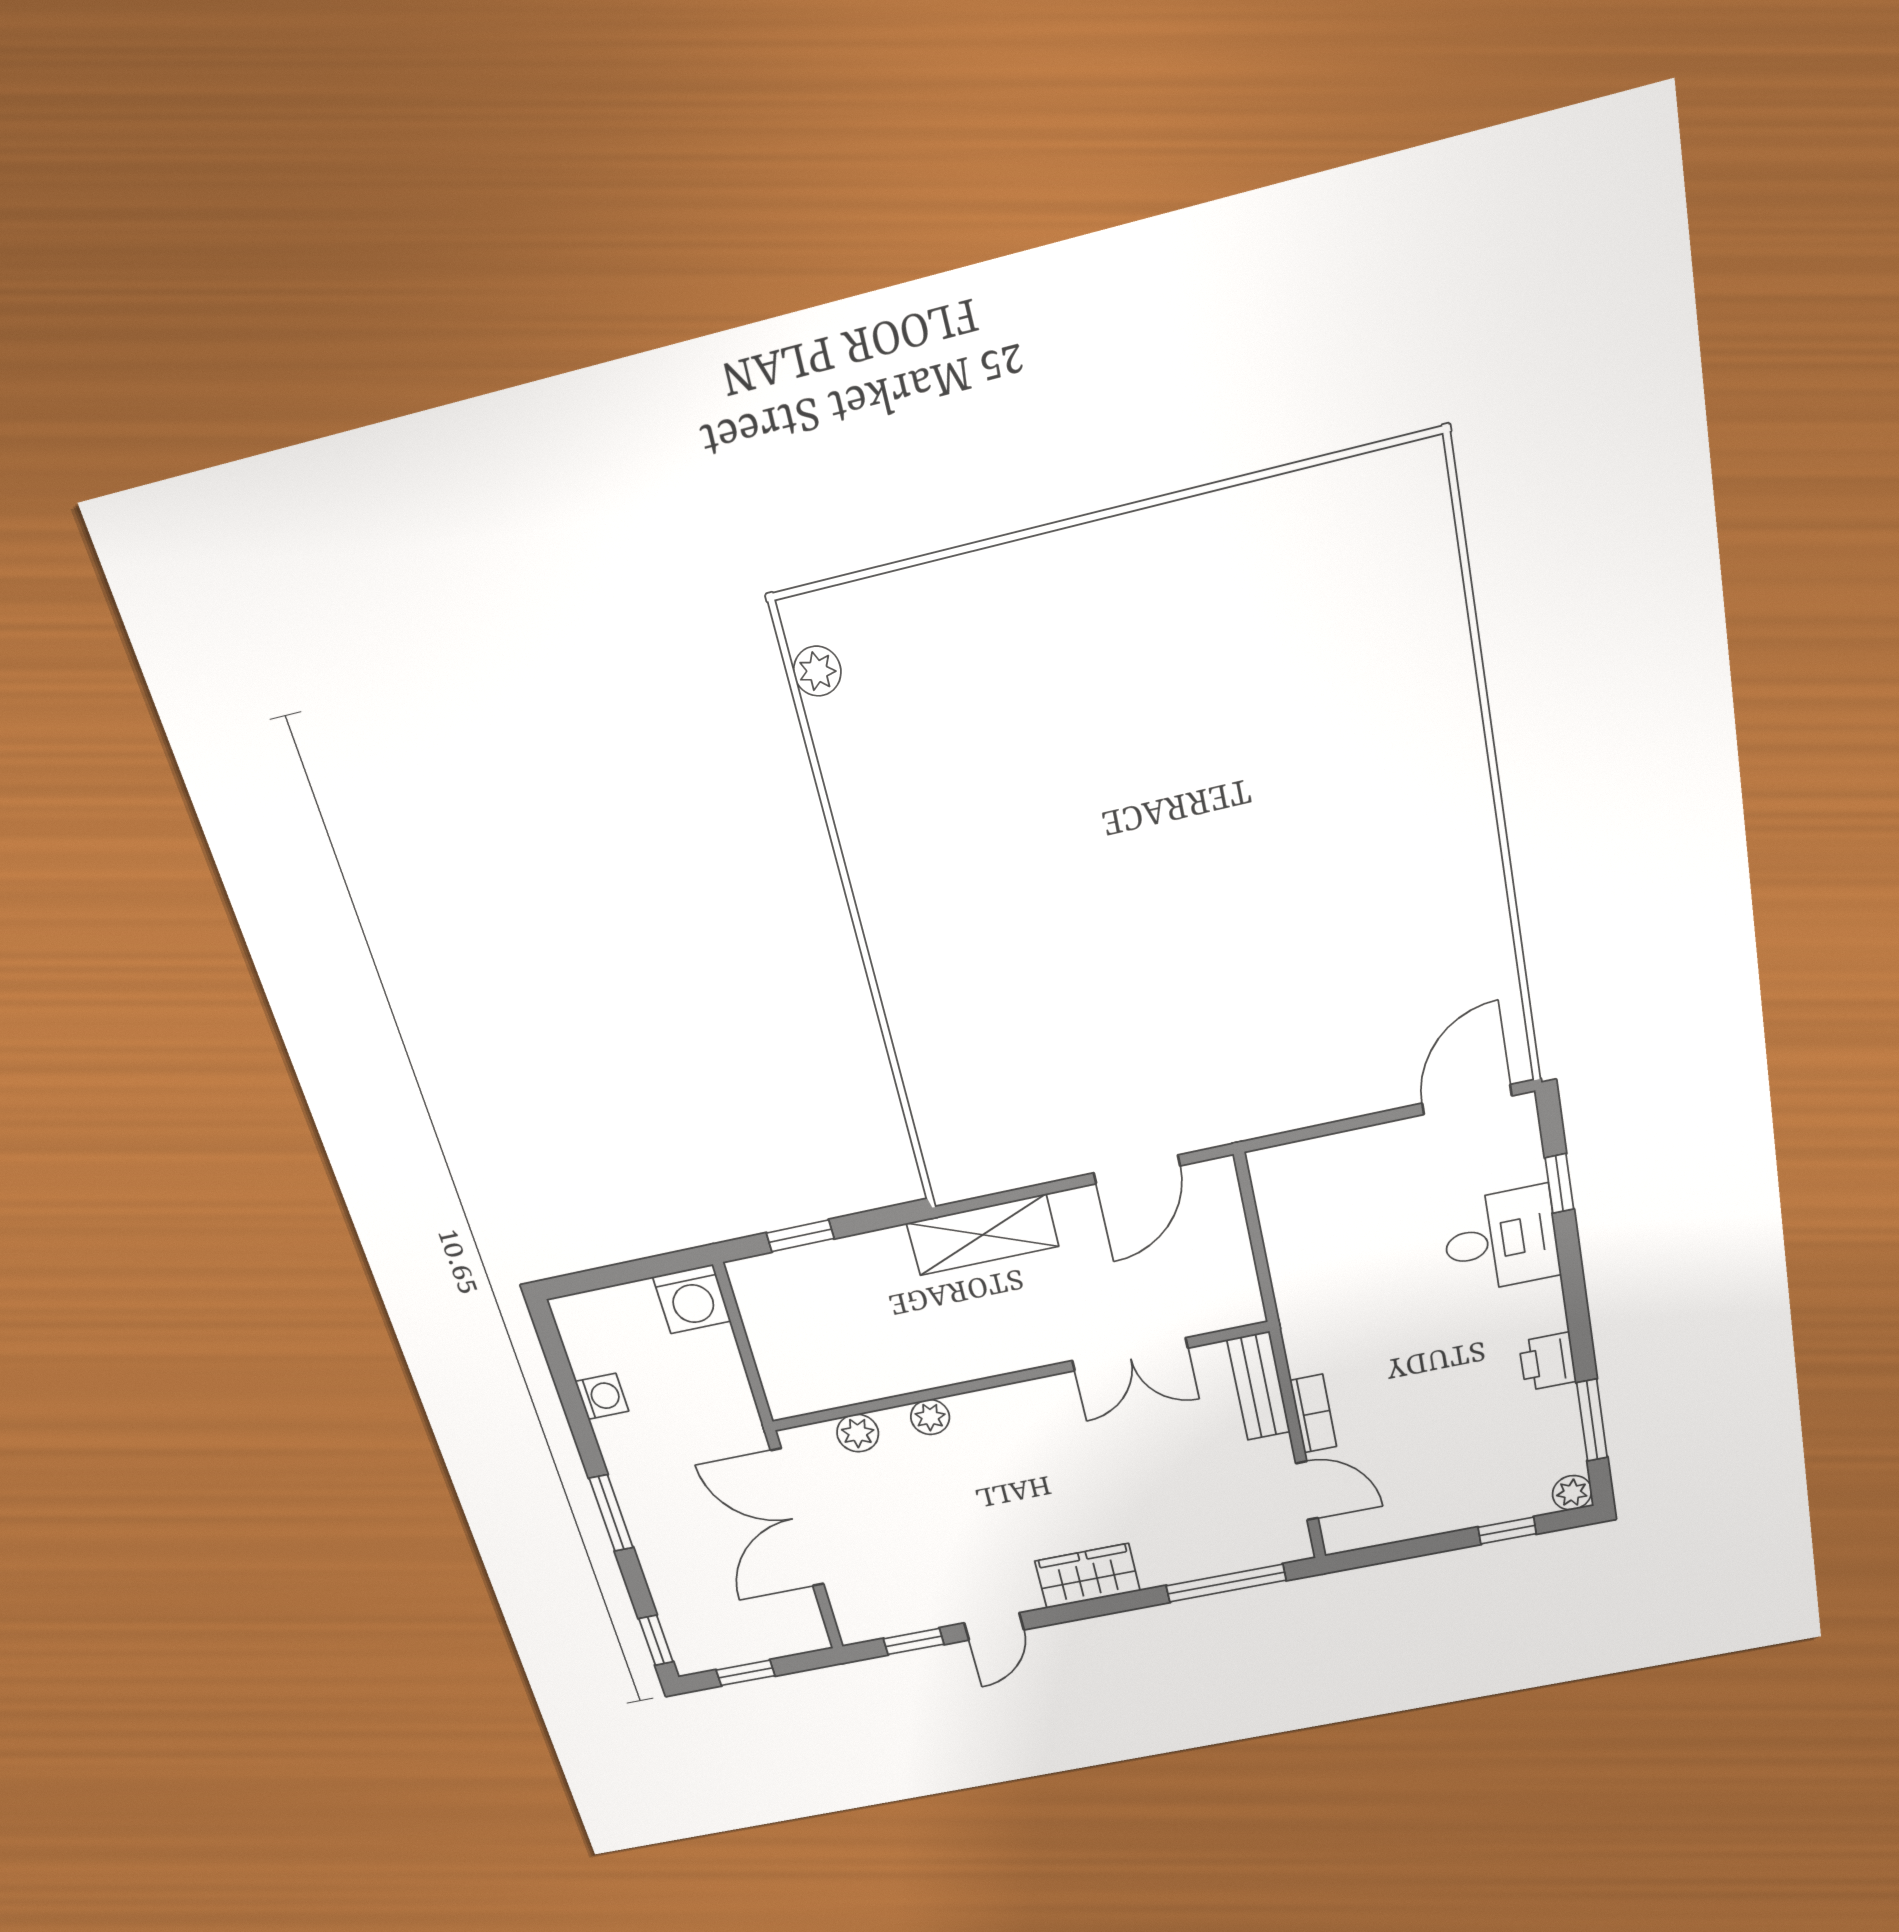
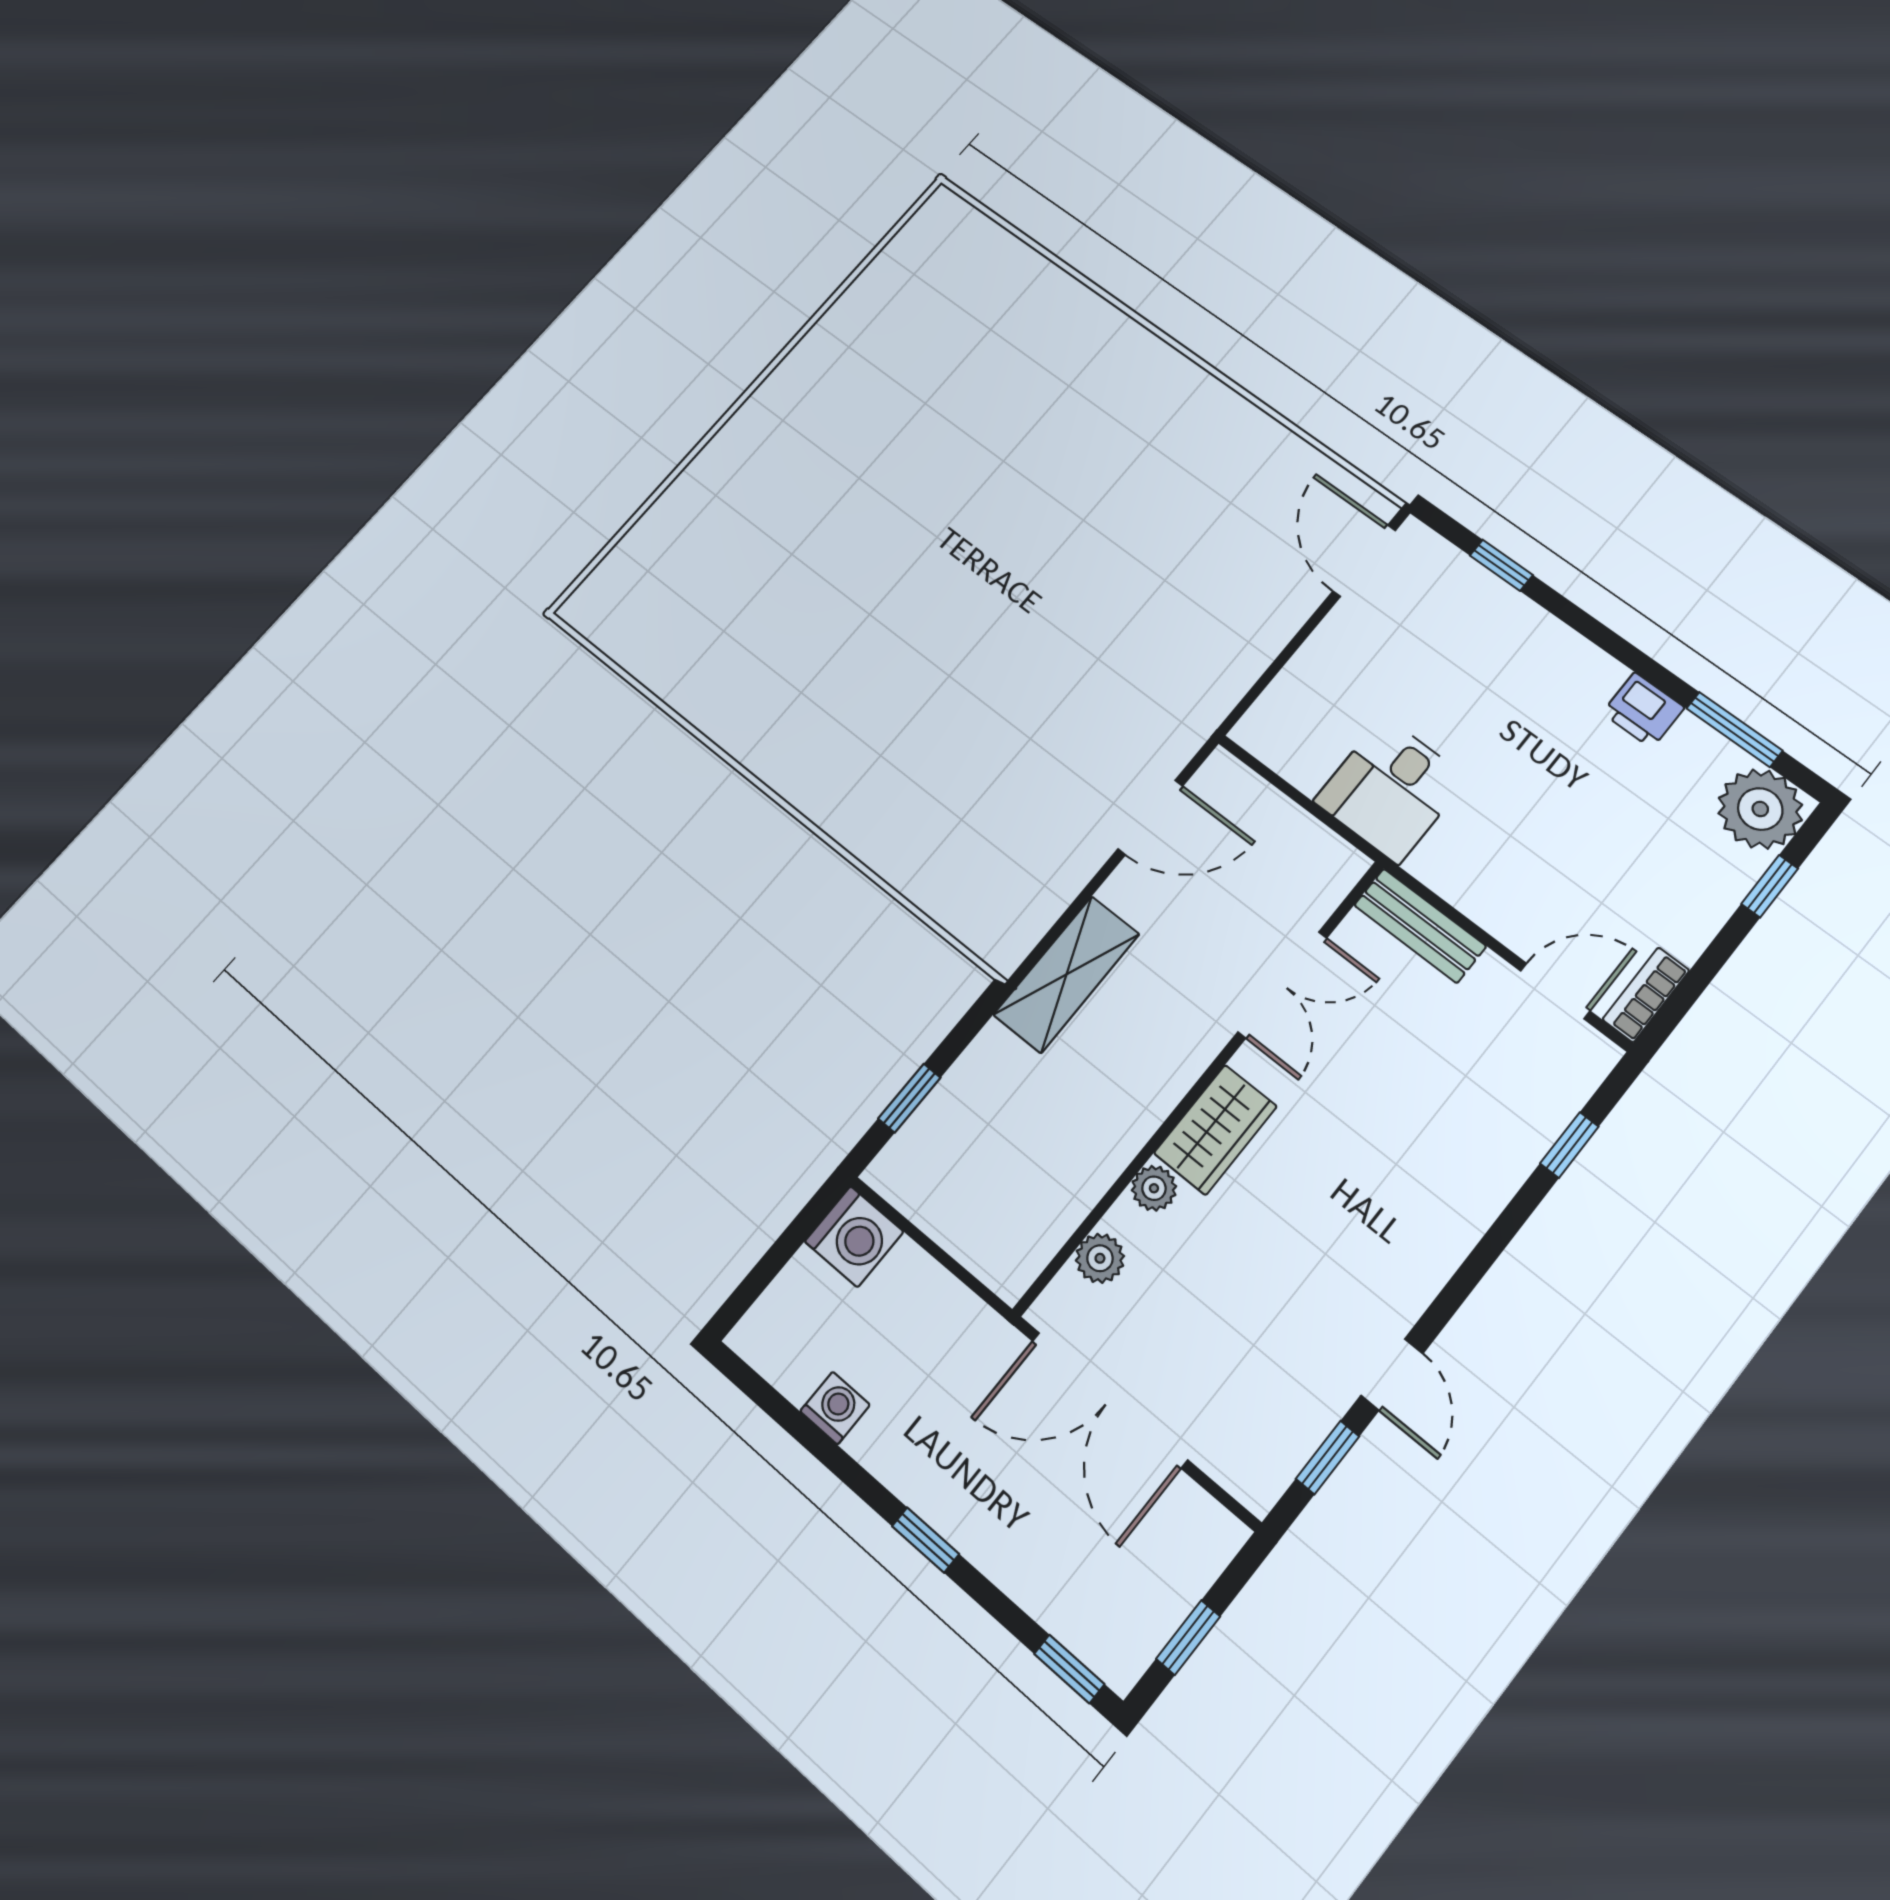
plant: (817, 671) -> (616, 637), removed
door: (1137, 1169) -> (1150, 817), hinge flipped
desk: (1501, 1240) -> (1391, 790), moved, turned 180
bookcase: (1313, 1414) -> (1646, 995), moved, turned -90
plant: (1572, 1493) -> (1760, 809), width x1.87, depth x1.87
window: (611, 1513) -> (926, 1540), width x0.67
wardrobe: (1087, 1576) -> (1215, 1130), moved, turned 180
window: (1226, 1583) -> (1569, 1145), width x0.46

